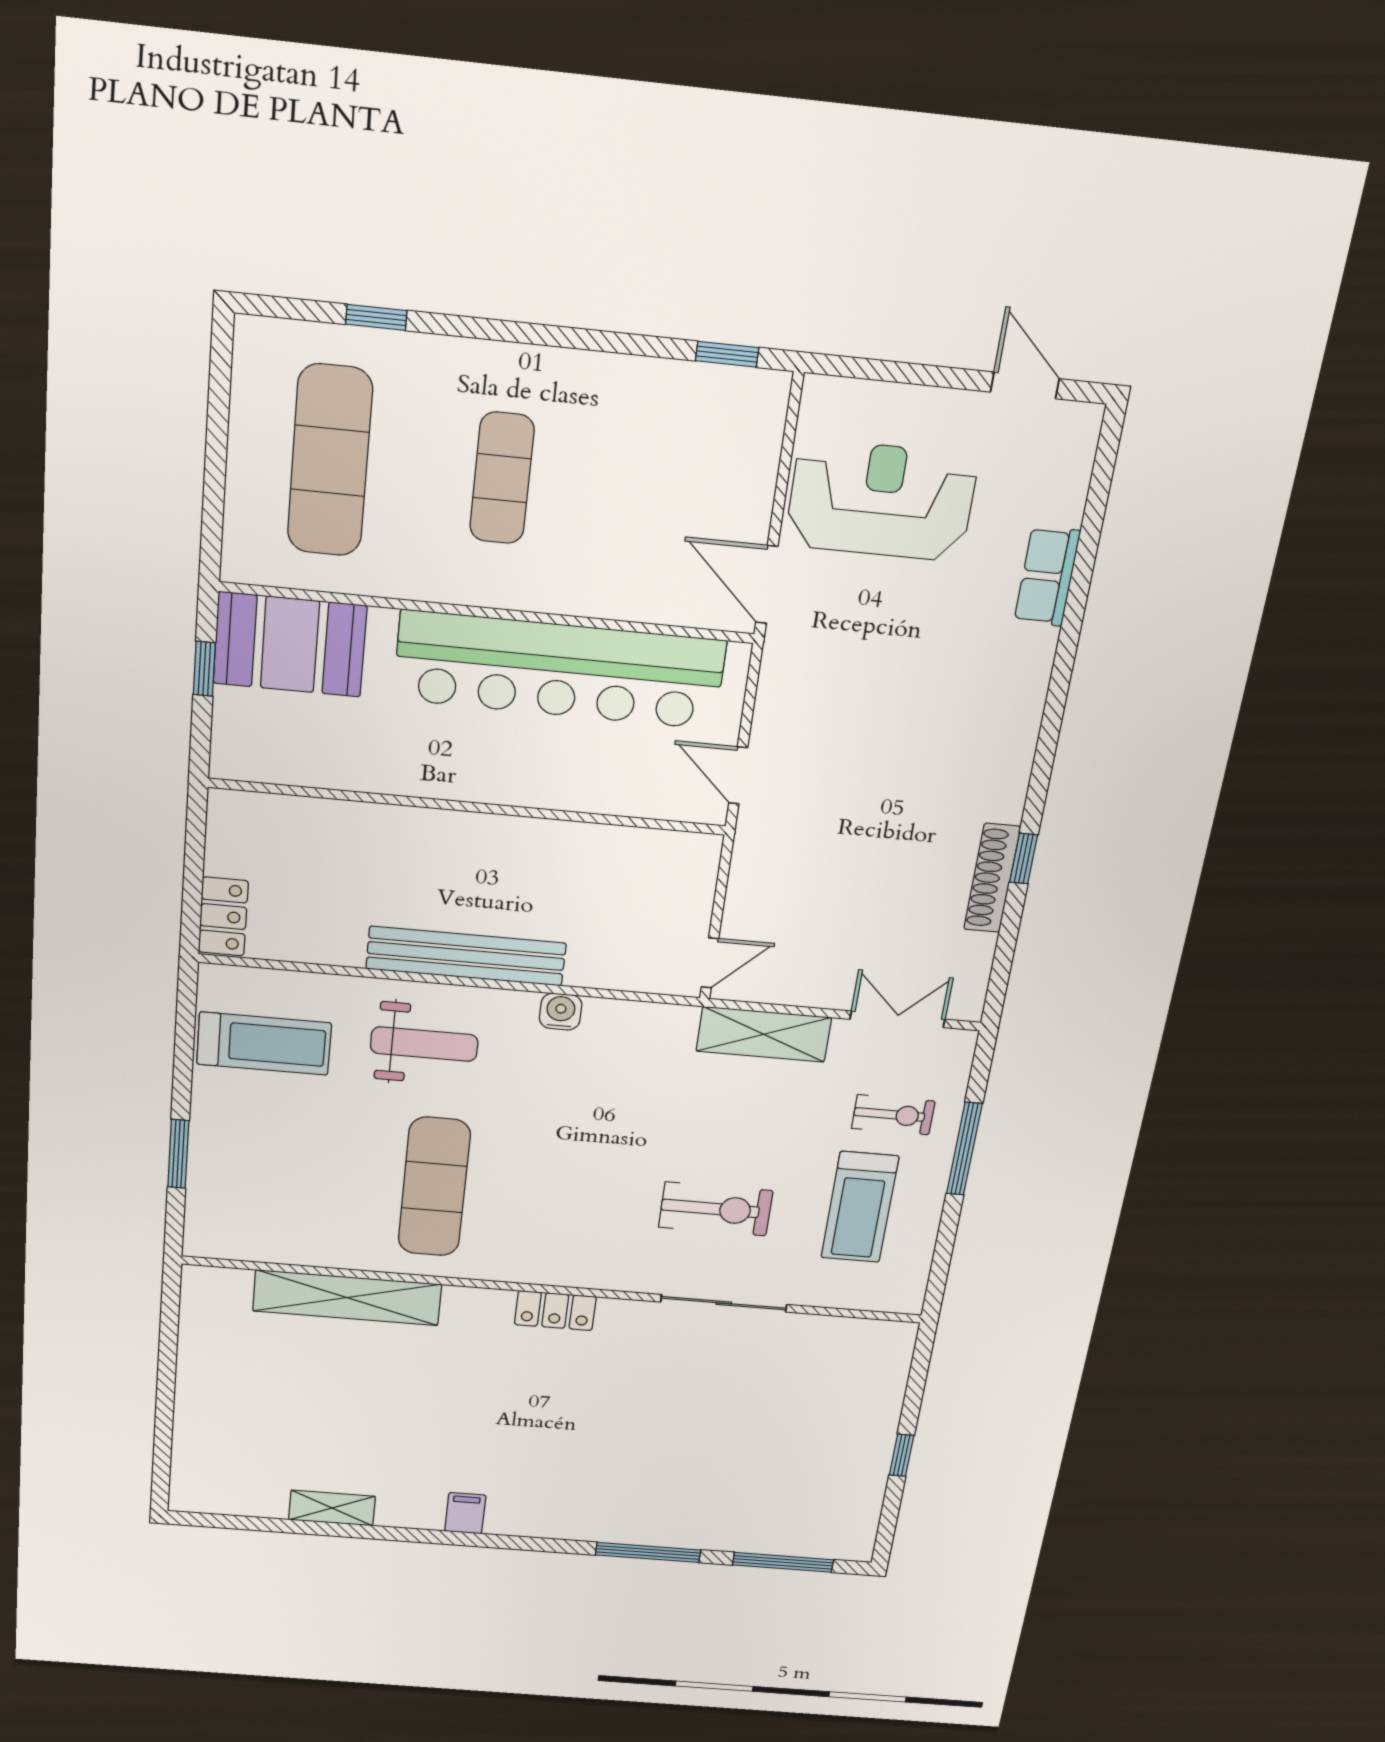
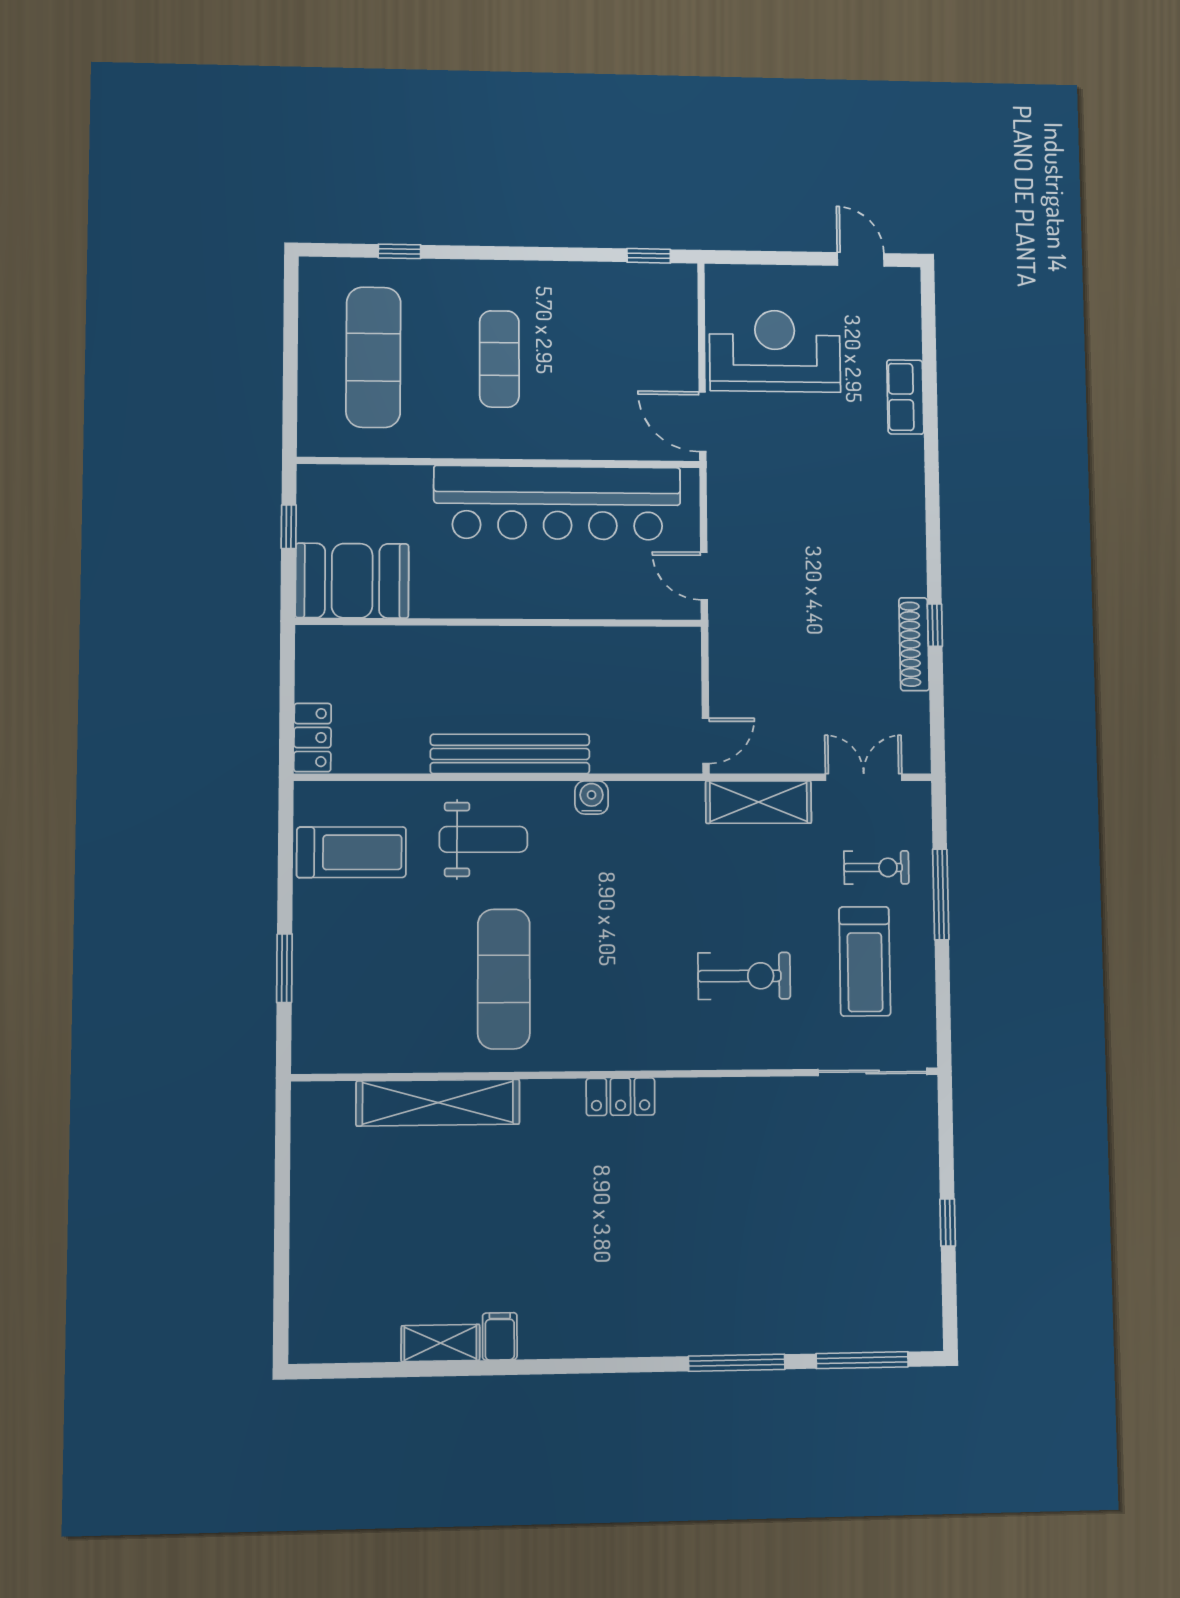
booth: (290, 645) -> (352, 581), moved
sliding door: (724, 1303) -> (873, 1072), moved
filing cabinet: (465, 1513) -> (500, 1336), moved

